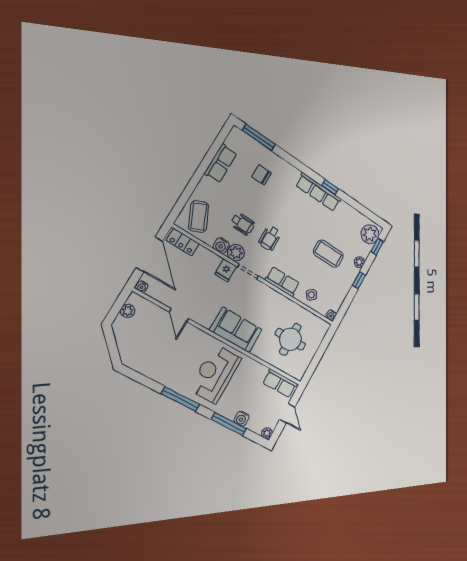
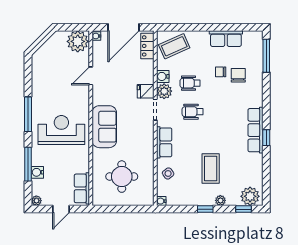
chair: (249, 189) -> (221, 72), added
wheelchair: (243, 224) -> (190, 83), turned 90
plant: (128, 311) -> (78, 41), width x1.88, depth x1.88

